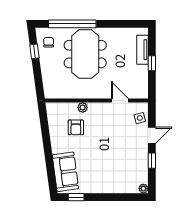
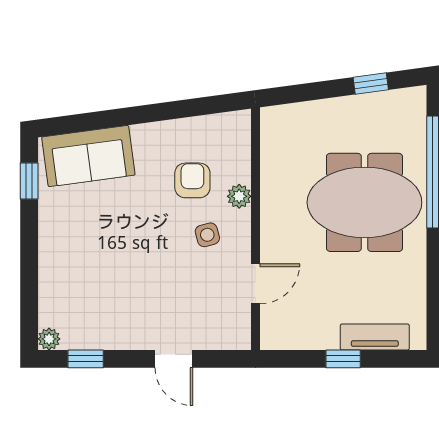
chair: (49, 42) -> (392, 117), removed
side table: (140, 118) -> (207, 235), moved
armchair: (76, 127) -> (192, 180), turned 90
window: (152, 161) -> (86, 359), moved

